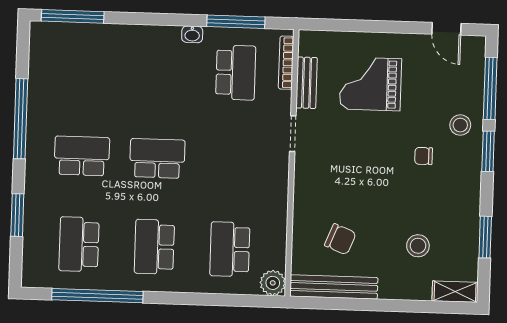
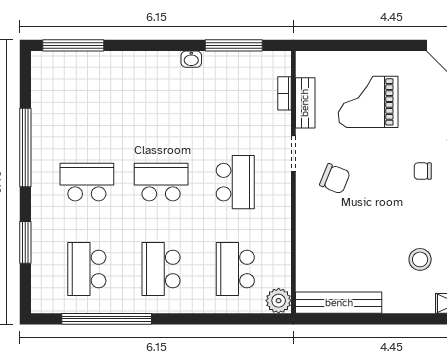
bookcase: (286, 63) -> (284, 93), width x0.64
school desk: (236, 73) -> (235, 182), moved
chair: (340, 239) -> (335, 179), moved

